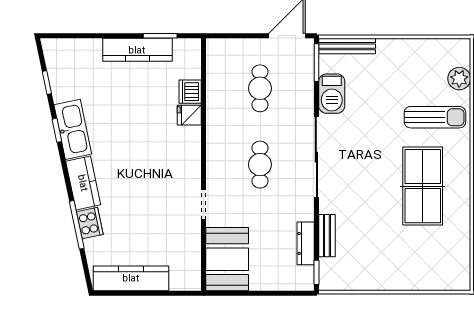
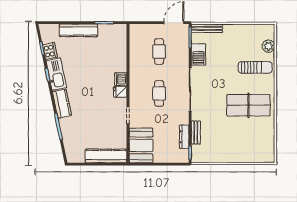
kitchen counter: (137, 50) -> (78, 30), moved
dishwasher: (190, 92) -> (121, 79), moved
fridge: (189, 115) -> (120, 92), moved
table tennis table: (423, 186) -> (248, 105), turned 90
cooker: (90, 223) -> (50, 51), moved
kitchen counter: (131, 278) -> (106, 156), moved

